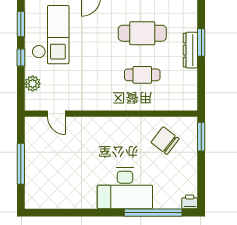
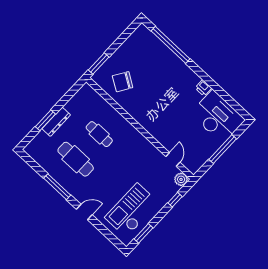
window: (21, 57) -> (175, 200), moved
plant: (33, 84) -> (181, 179), moved
chair: (165, 141) -> (123, 82), turned 84
desk: (125, 188) -> (218, 117), moved
printer: (190, 202) -> (203, 88), moved

